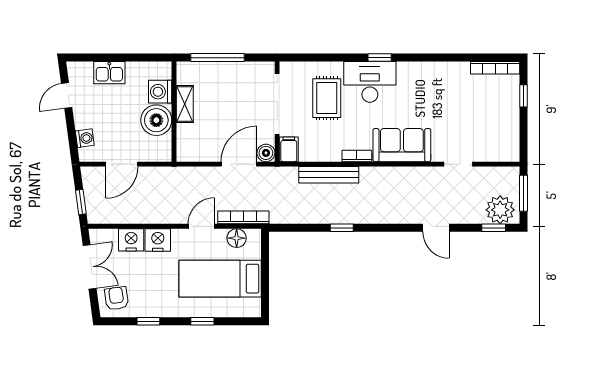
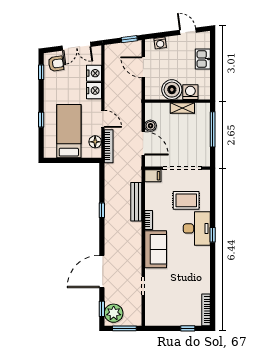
boiler: (266, 153) -> (151, 126), moved
window: (81, 202) -> (129, 39), moved
door: (436, 228) -> (102, 271), width x1.88
window: (148, 321) -> (41, 72), moved

